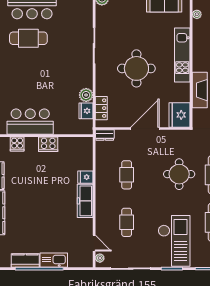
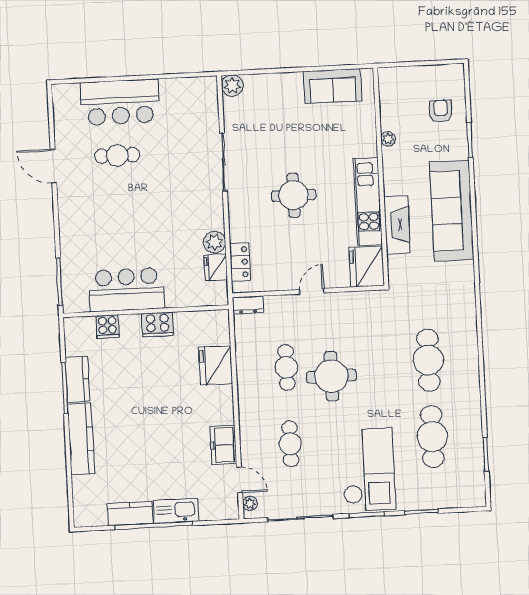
plant: (197, 14) -> (388, 139), moved
cafe table: (28, 38) -> (117, 155), width x0.73, depth x0.74
kitchen unit: (182, 55) -> (368, 201), moved
round table: (136, 68) -> (294, 195), width x0.73, depth x0.73
door: (145, 128) -> (312, 291), width x0.53
round table: (179, 174) -> (331, 376), moved
fridge: (85, 177) -> (216, 365), width x1.88, depth x1.34
freezer: (85, 201) -> (223, 445), moved, width x0.71

